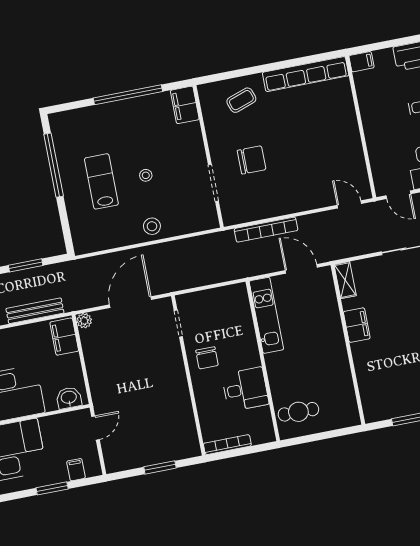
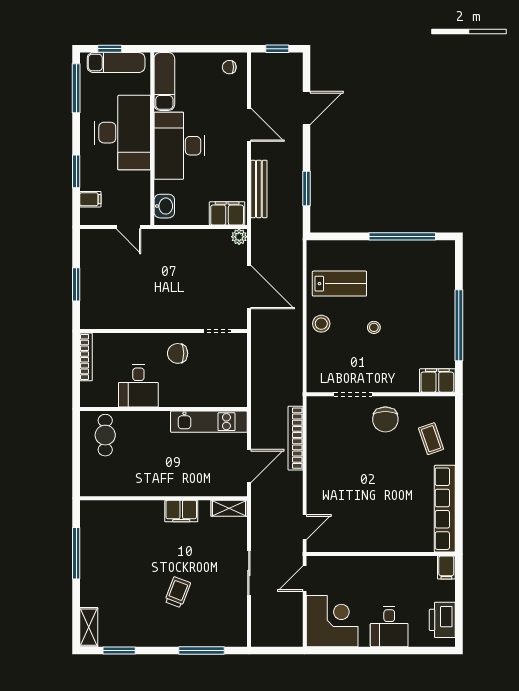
chair: (252, 160) -> (385, 419), moved
lab bench: (101, 181) -> (339, 284), moved

